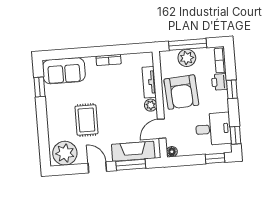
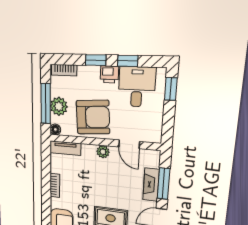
tv unit: (149, 82) -> (65, 148), moved
printer: (219, 82) -> (109, 74), moved
window: (235, 135) -> (128, 61), moved
fireplace: (133, 151) -> (151, 185), width x0.73, depth x0.76
floor lamp: (172, 152) -> (55, 129), moved

